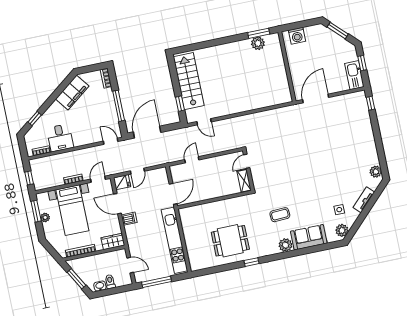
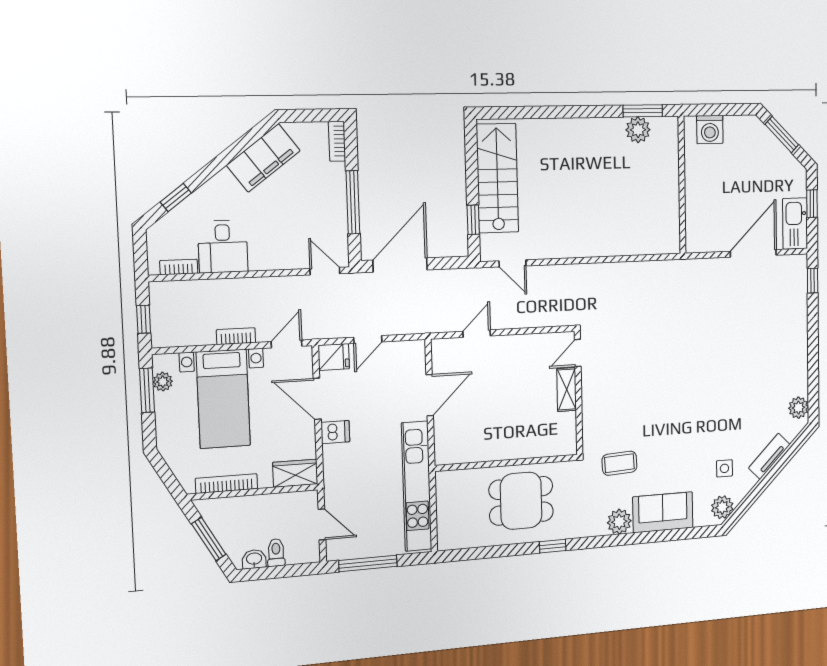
door: (316, 98) -> (753, 253), moved
wall: (215, 200) -> (507, 463), moved
plant: (45, 217) -> (163, 382), moved

